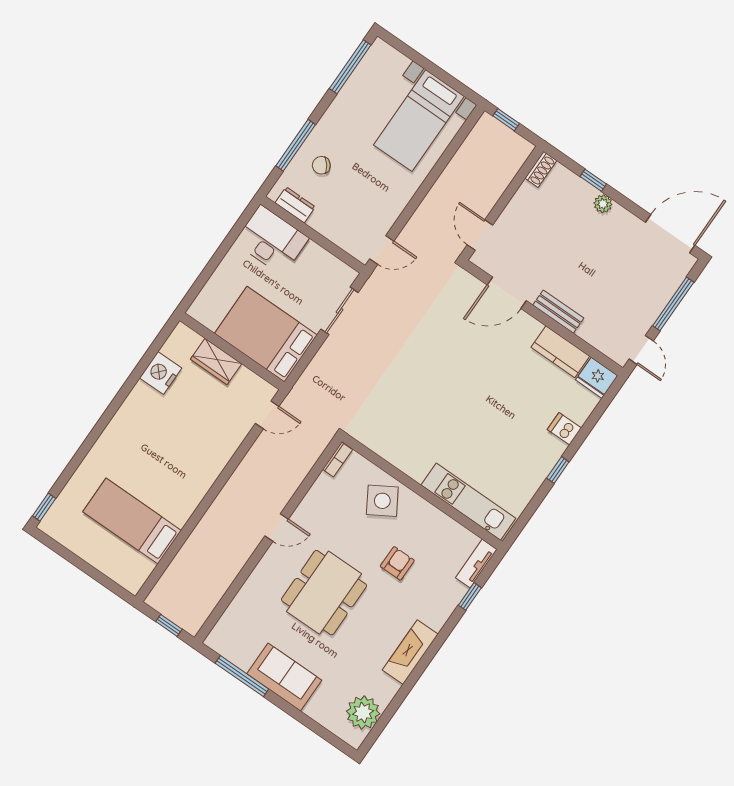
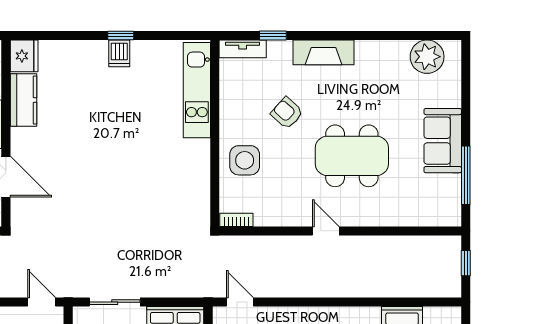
dishwasher: (564, 429) -> (119, 53), moved
side table: (382, 501) -> (245, 160), turned 31
armchair: (397, 563) -> (287, 113), turned 42
fireplace: (410, 652) -> (323, 52), moved

